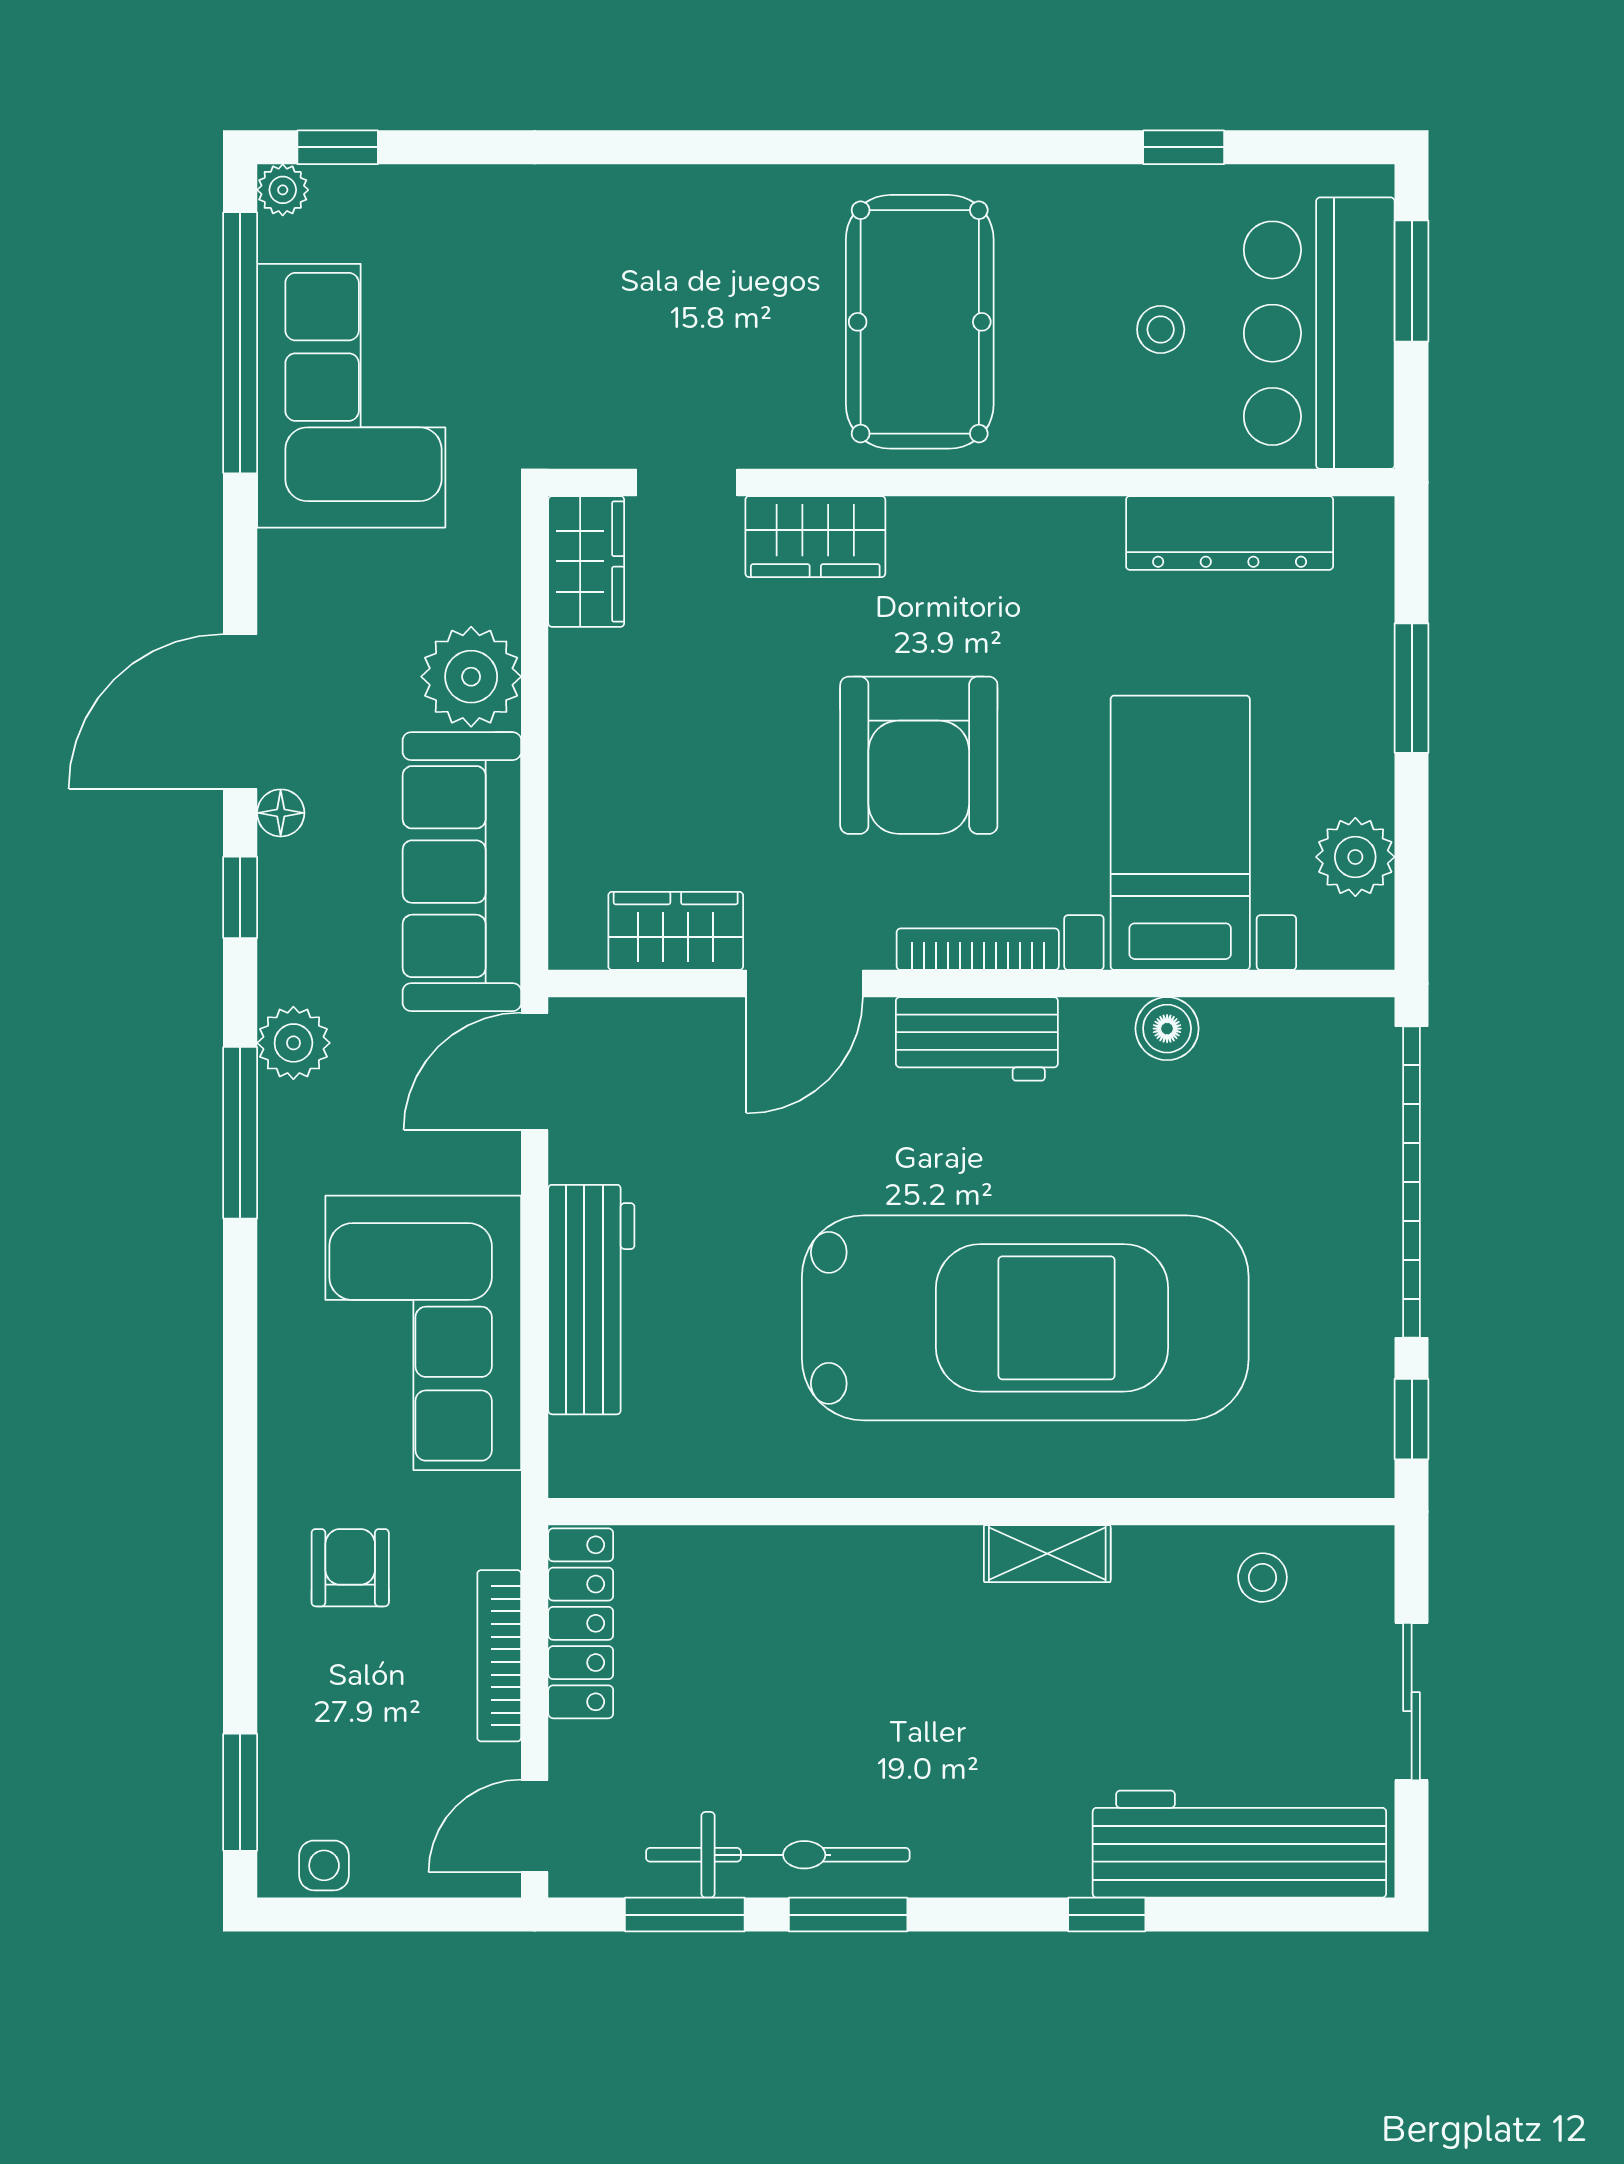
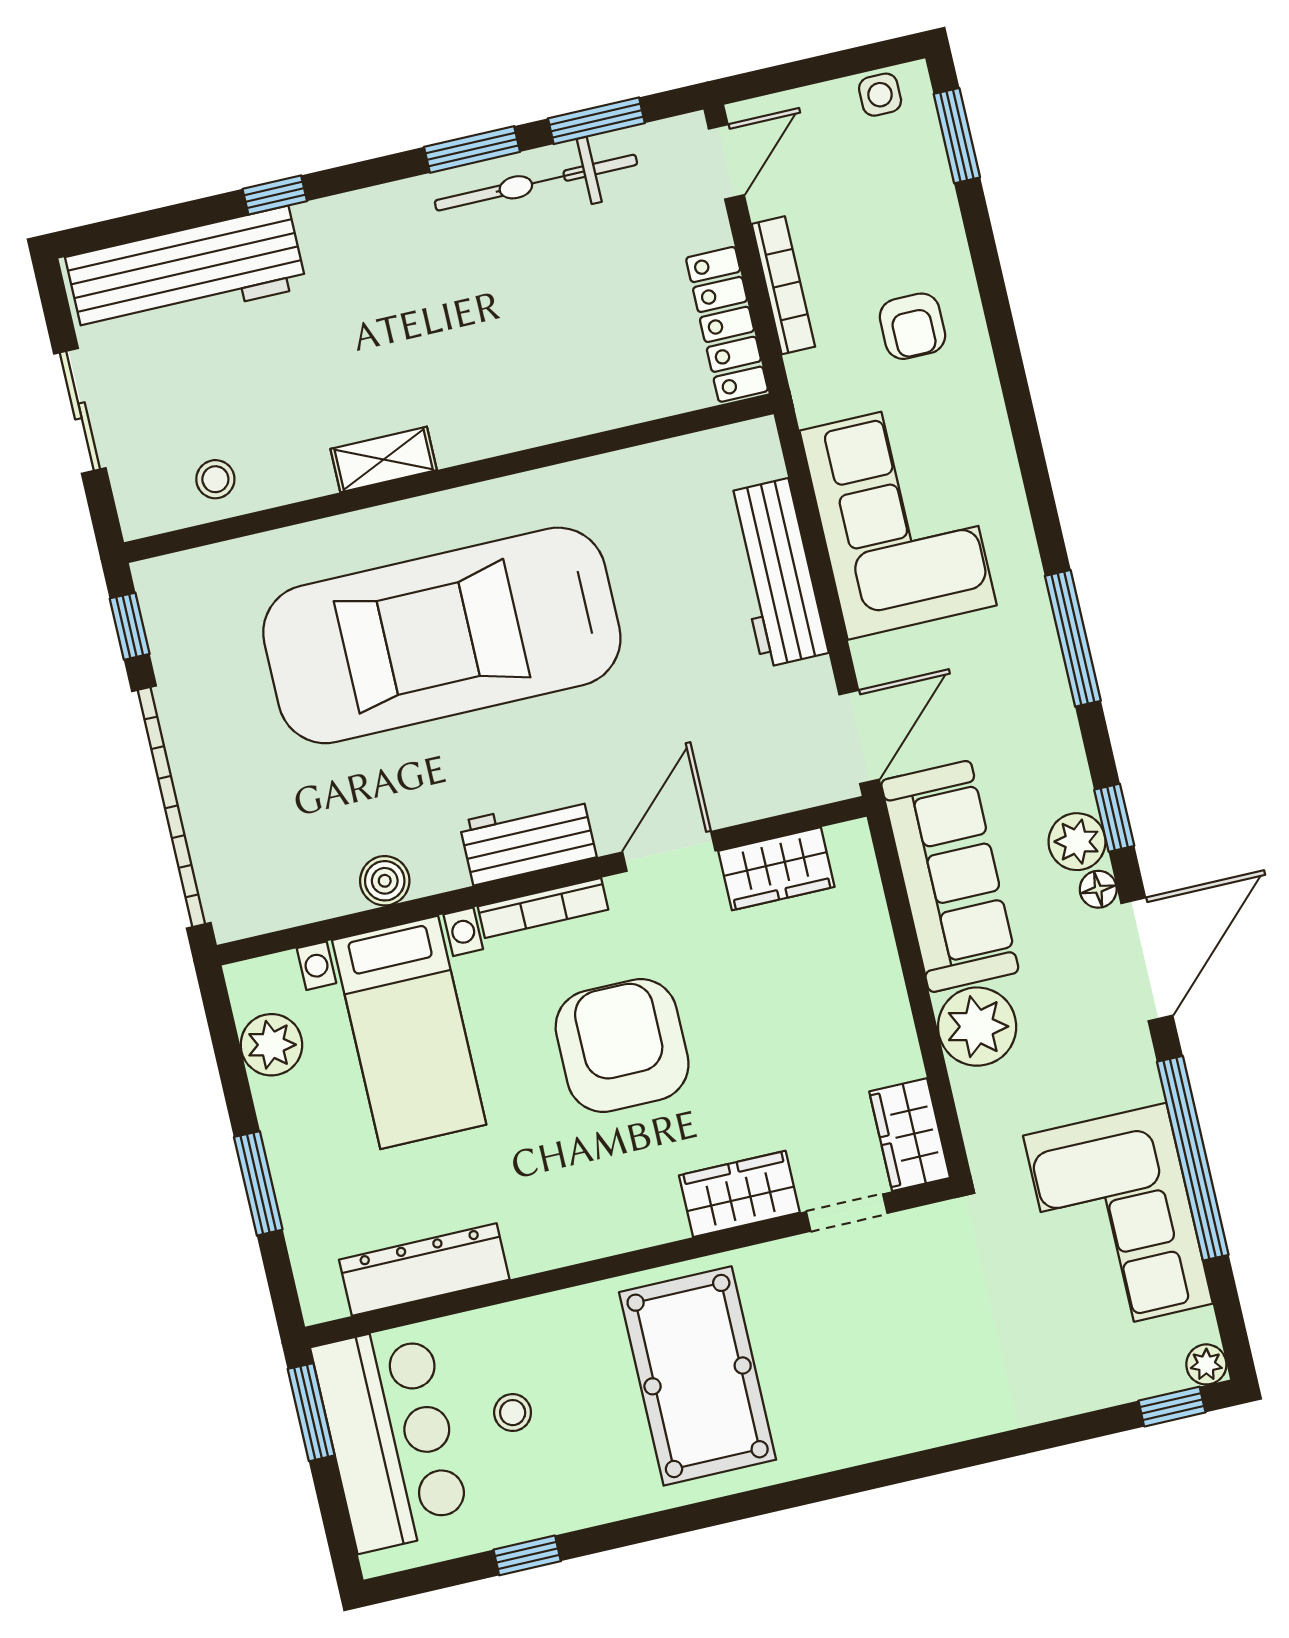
window: (1412, 281) -> (311, 1412), moved
window: (240, 343) -> (1193, 1158), moved
plant: (293, 1043) -> (1077, 842), moved

